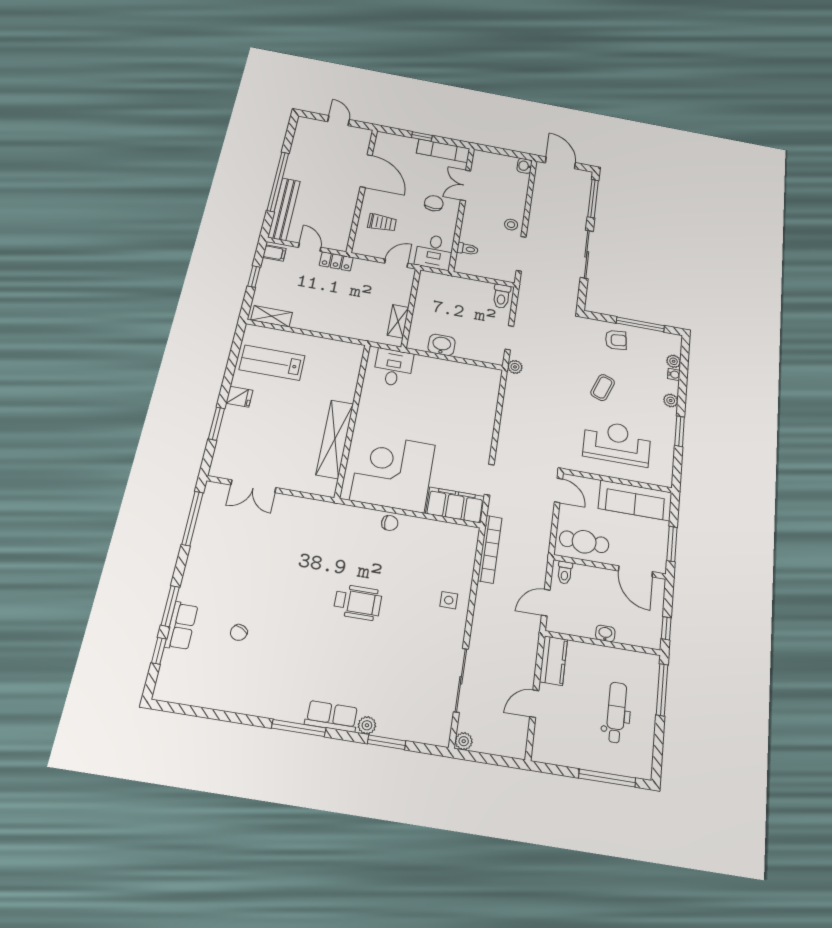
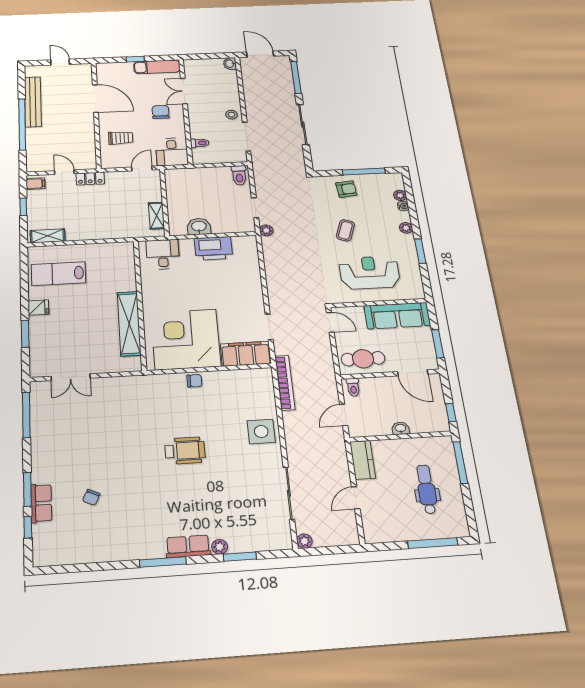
bench: (284, 209) -> (33, 102), moved
printer: (451, 374) -> (213, 248), added
side table: (449, 600) -> (261, 432), width x1.87, depth x1.87

